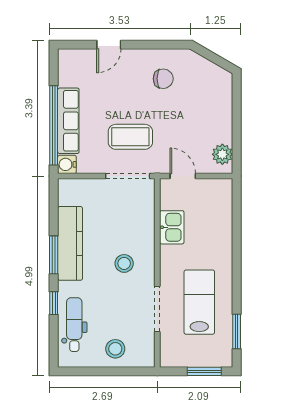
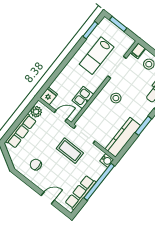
row of seats: (222, 110) -> (21, 131), added
row of seats: (68, 121) -> (80, 193), moved
door: (183, 176) -> (61, 116), swing flipped
fridge: (222, 191) -> (49, 96), added
kitchen counter: (70, 243) -> (123, 137), moved
filing cabinet: (146, 356) -> (138, 51), added

